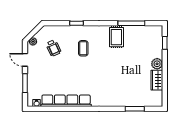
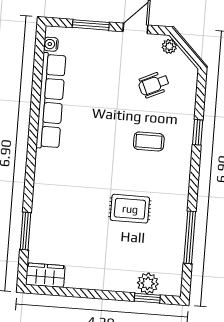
rug: (116, 37) -> (130, 209), moved
plant: (157, 64) -> (148, 283), moved
wardrobe: (157, 80) -> (45, 275), moved

